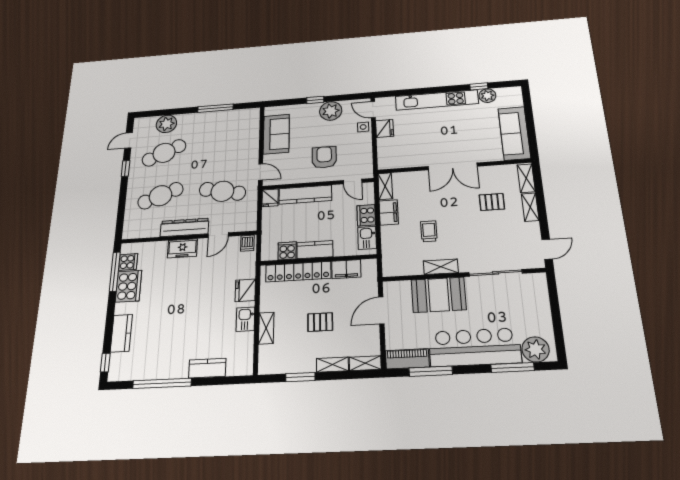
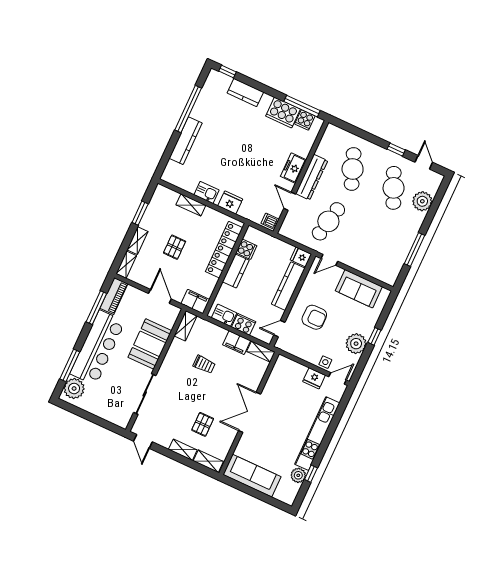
shelving: (441, 267) -> (185, 326), moved
filing cabinet: (346, 269) -> (195, 302), moved, turned 90
kitchen counter: (207, 368) -> (186, 141), width x1.50

